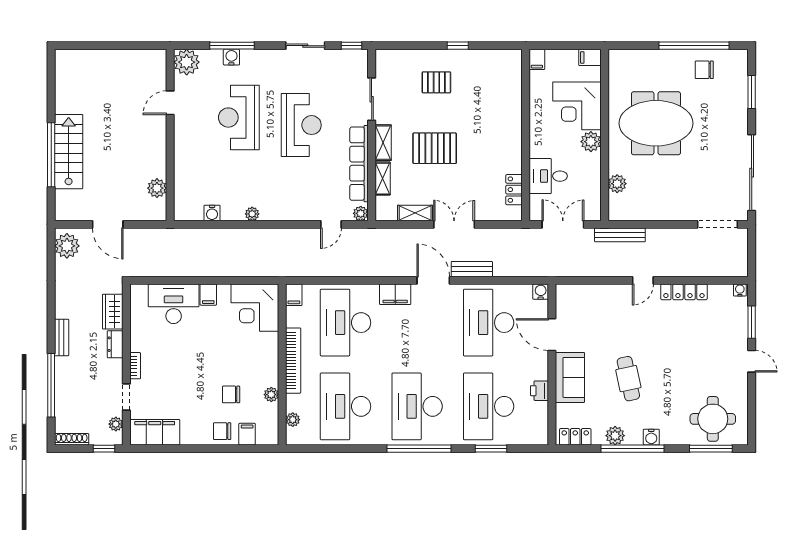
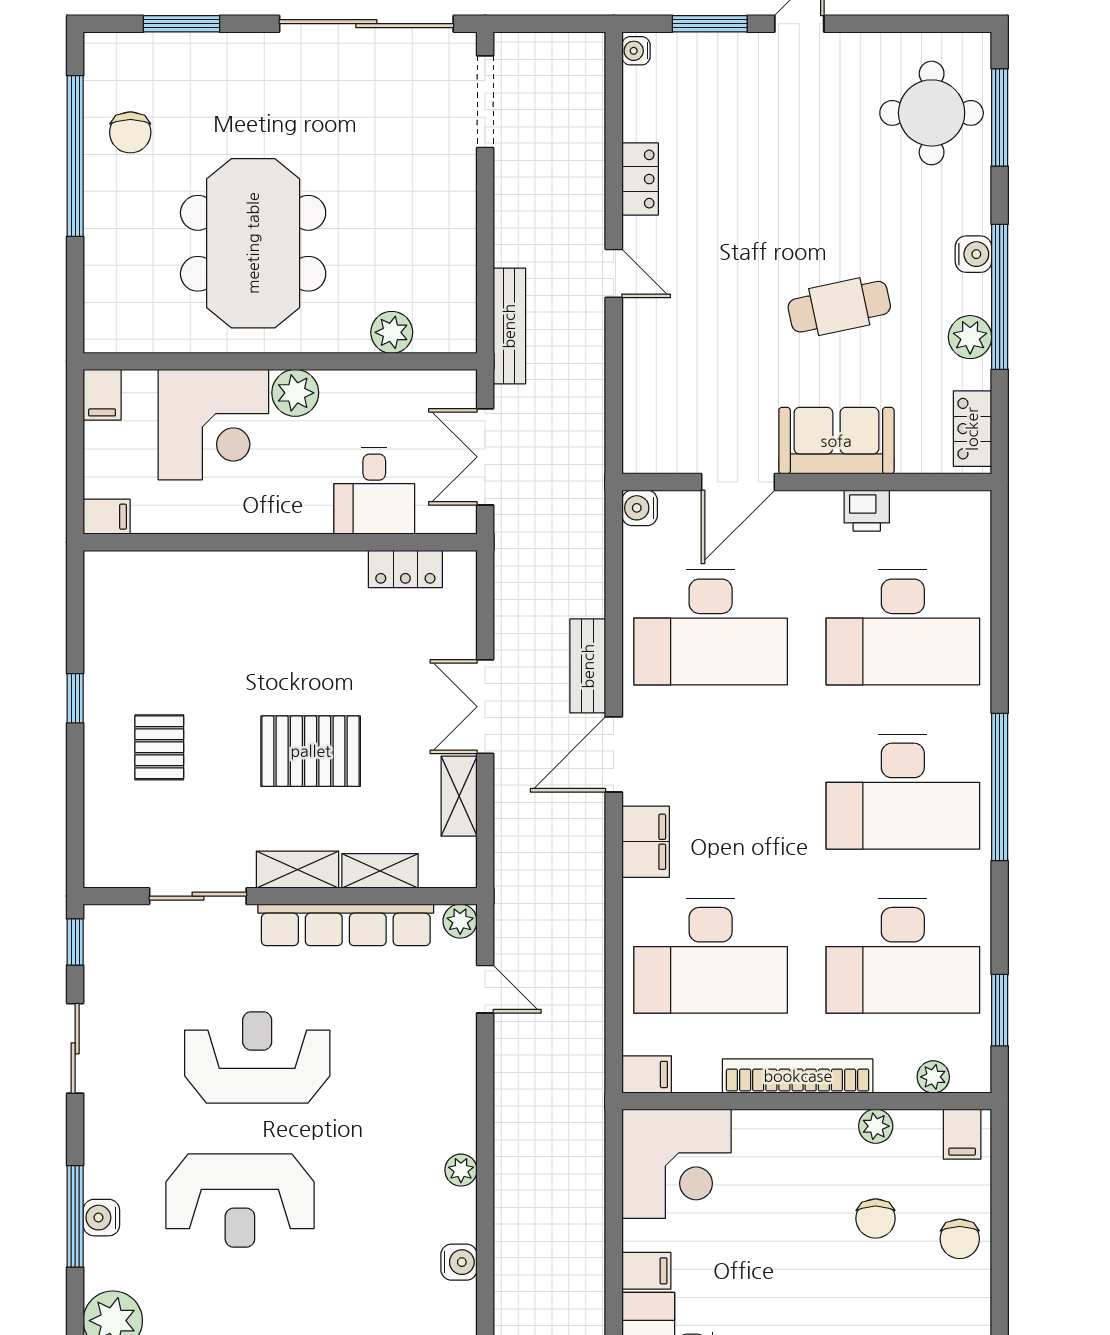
pallet: (435, 148) -> (311, 751), turned 90
locker: (684, 292) -> (640, 179), width x0.66
filing cabinet: (247, 434) -> (962, 1134), moved, turned -90
window: (491, 449) -> (1000, 1010), moved

